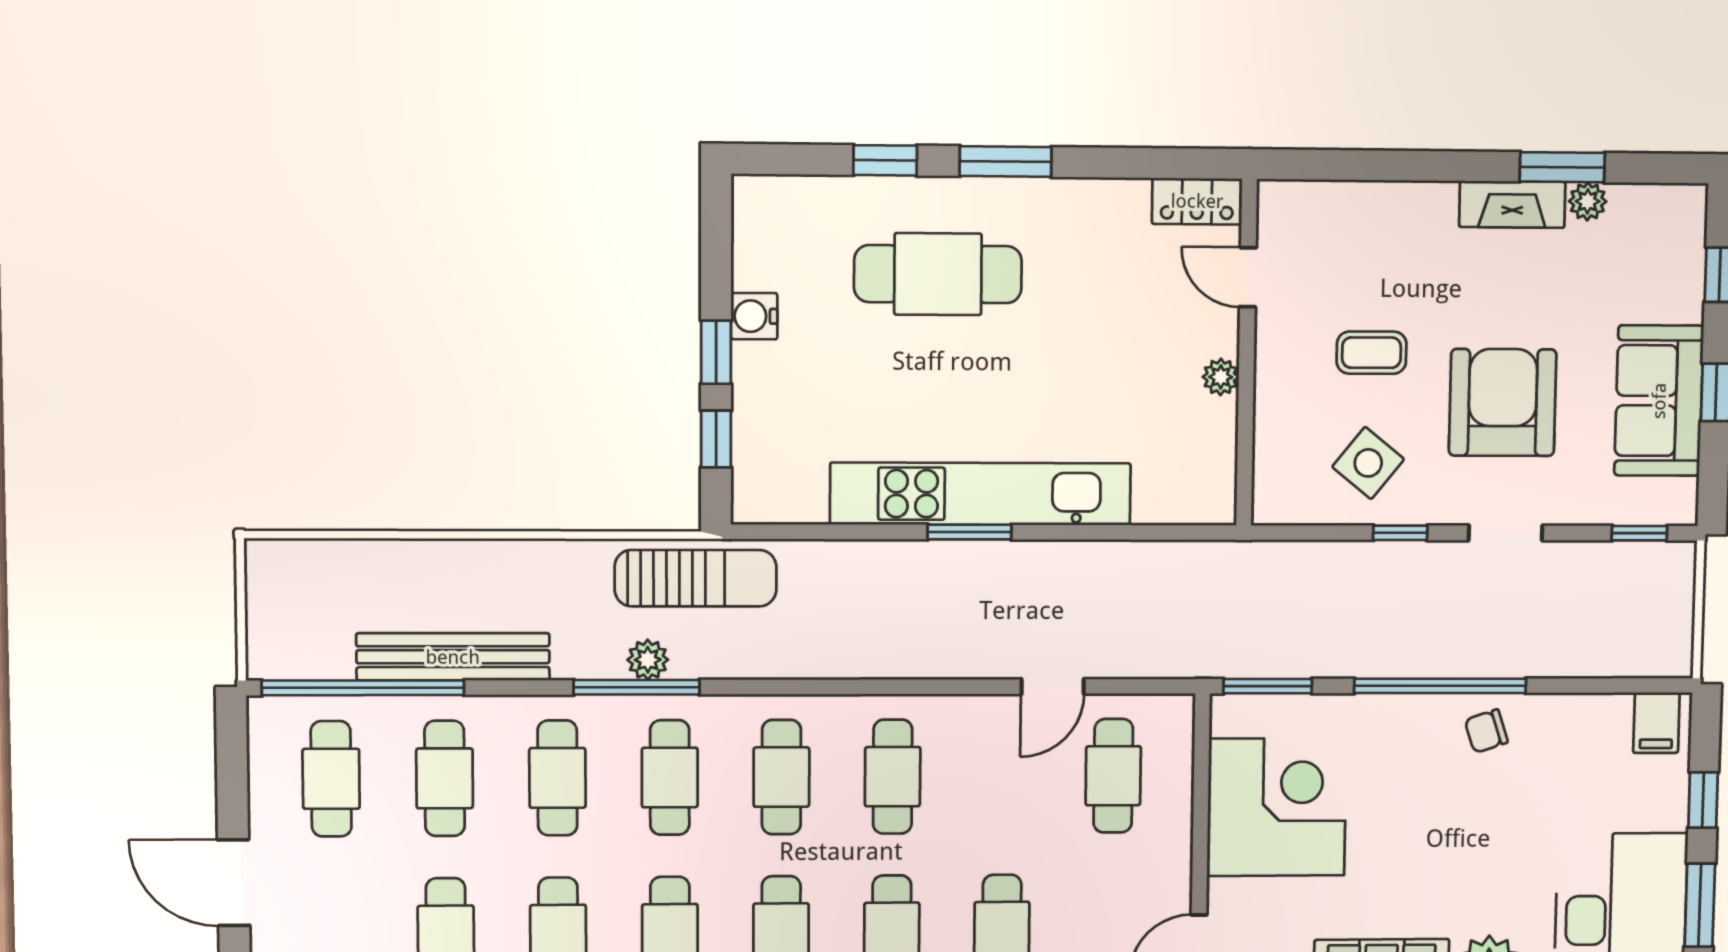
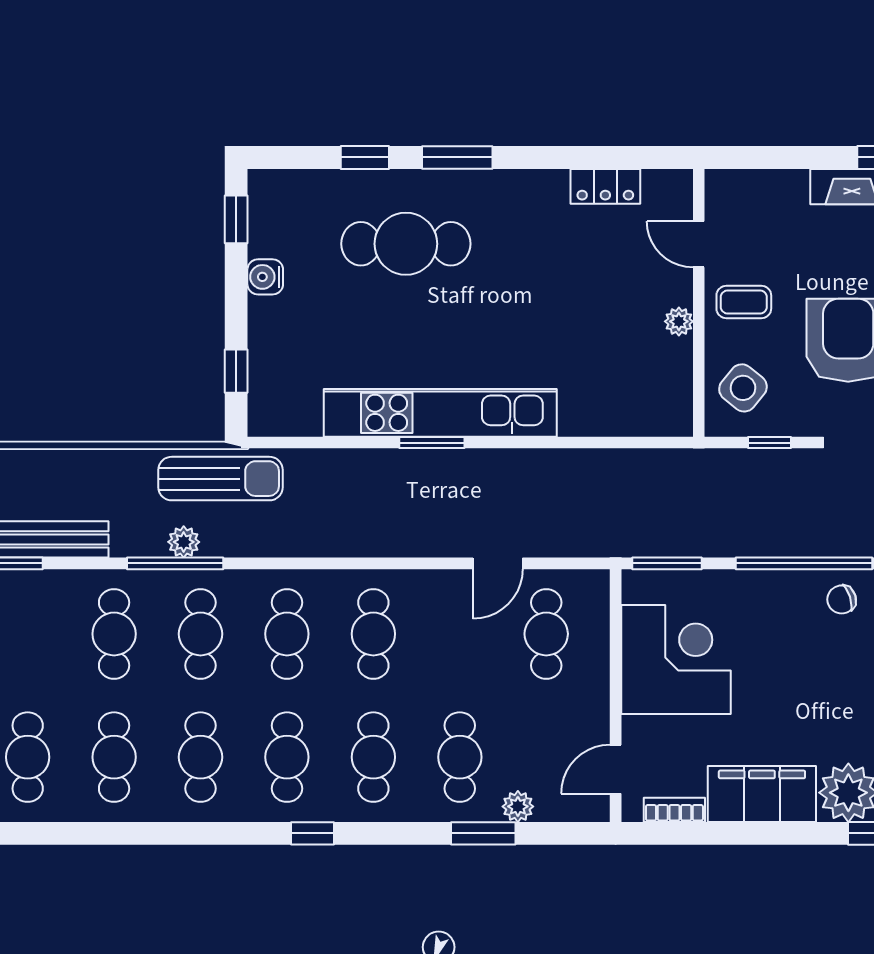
door: (1248, 277) -> (699, 244), moved
window: (716, 352) -> (236, 219), moved
wall: (1247, 353) -> (699, 303), moved
plant: (1221, 377) -> (679, 321), moved
cafe table: (445, 778) -> (28, 634), removed

